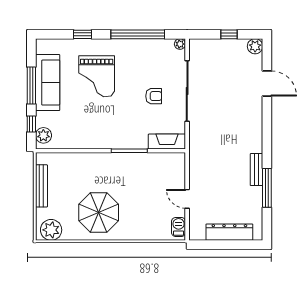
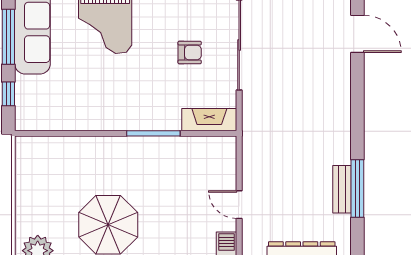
plant: (43, 135) -> (26, 111), removed
bench: (257, 170) -> (342, 189), moved
bench: (41, 186) -> (24, 185), removed

